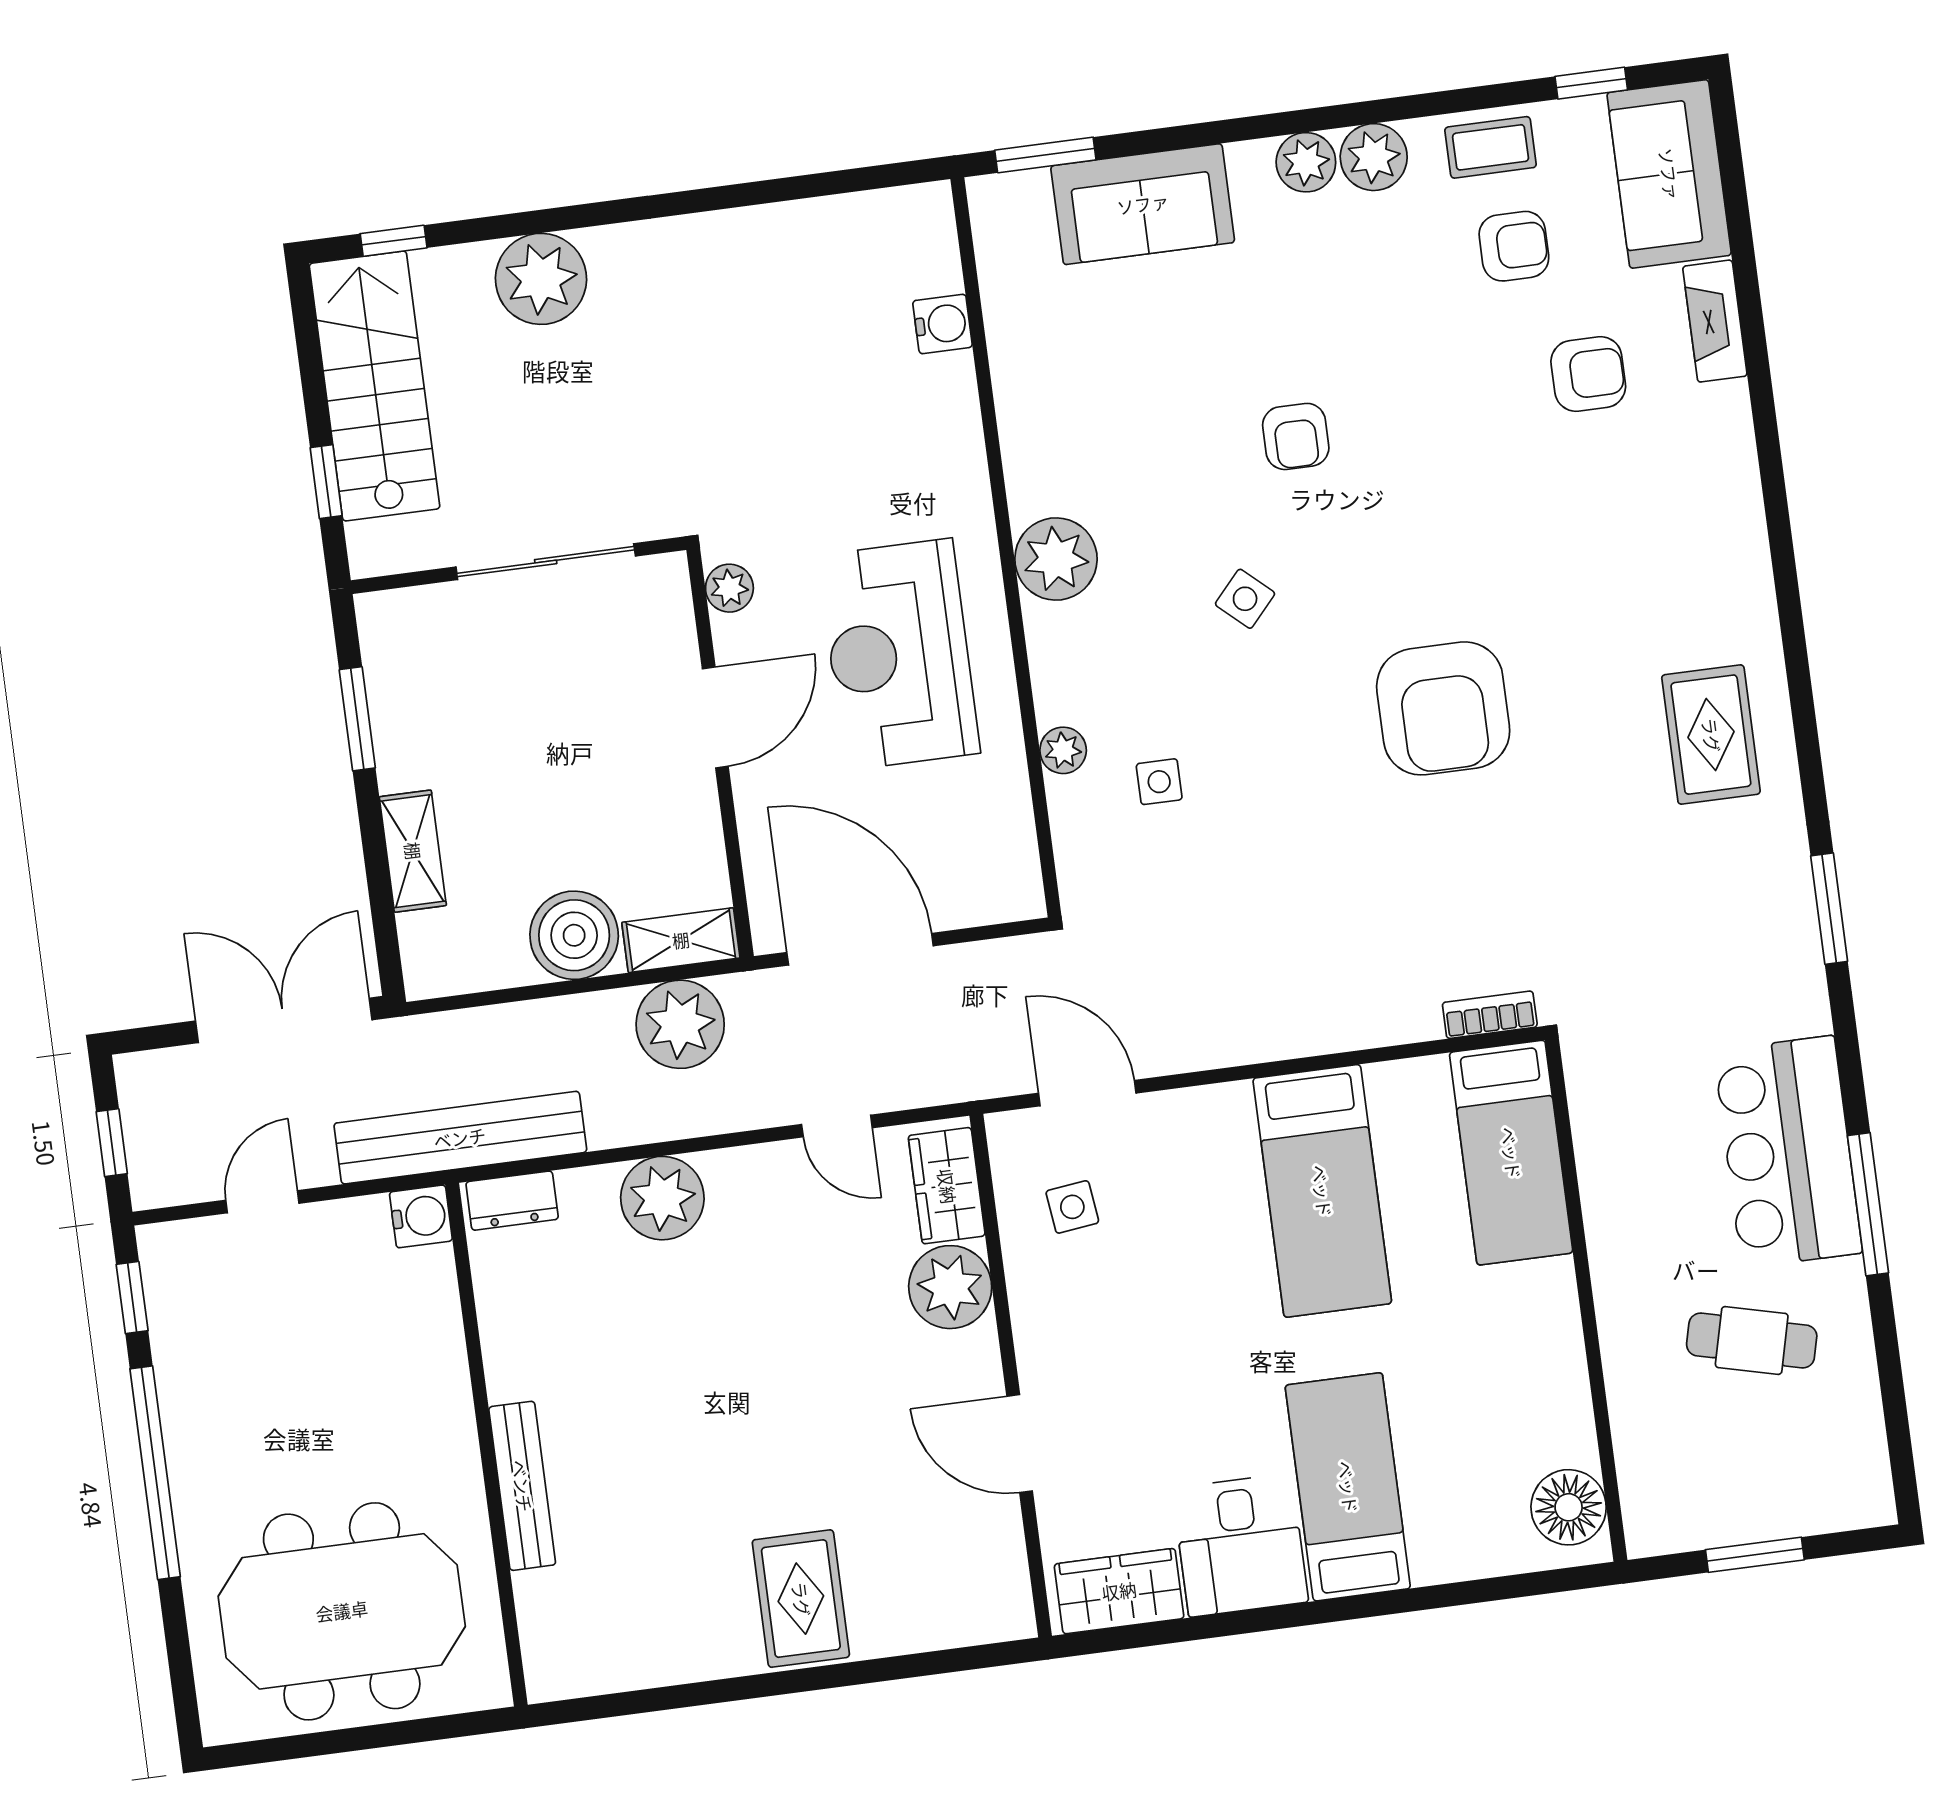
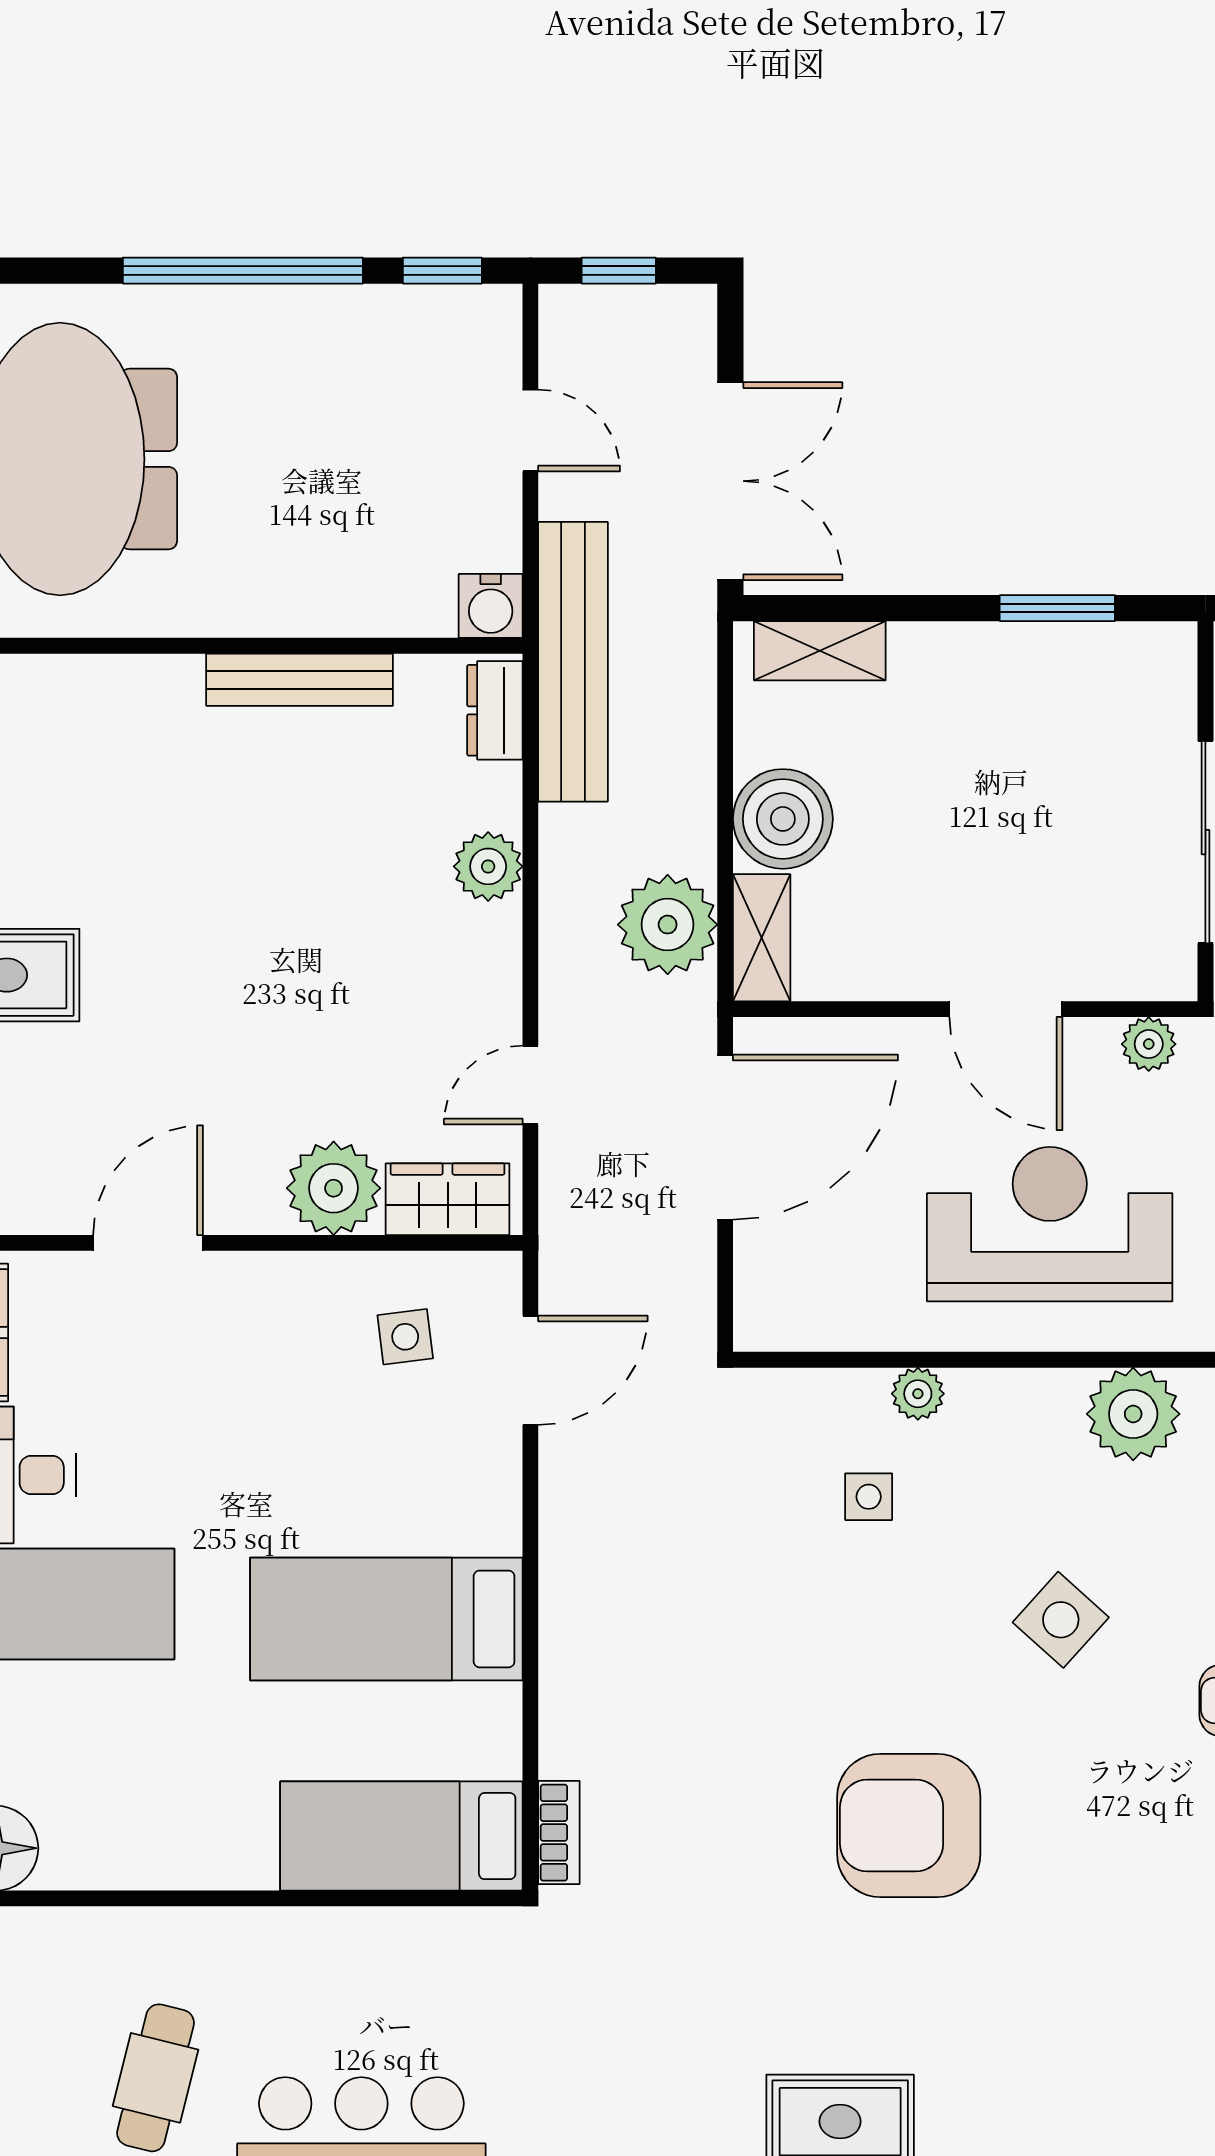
side table: (1245, 599) -> (1061, 1620), width x1.37, depth x1.37
shelving: (413, 851) -> (820, 651), moved
plant: (662, 1198) -> (488, 866), width x0.73, depth x0.73
bench: (522, 1486) -> (300, 680), moved

